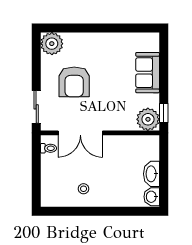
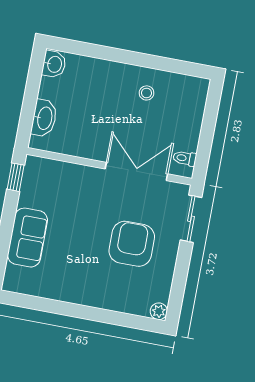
plant: (52, 44) -> (159, 311), width x0.53, depth x0.53
plant: (148, 119) -> (39, 173), removed
washbasin: (152, 174) -> (44, 118), moved

